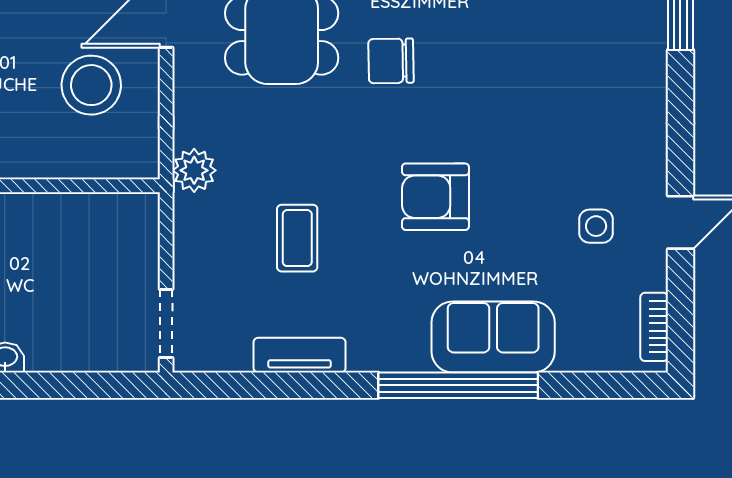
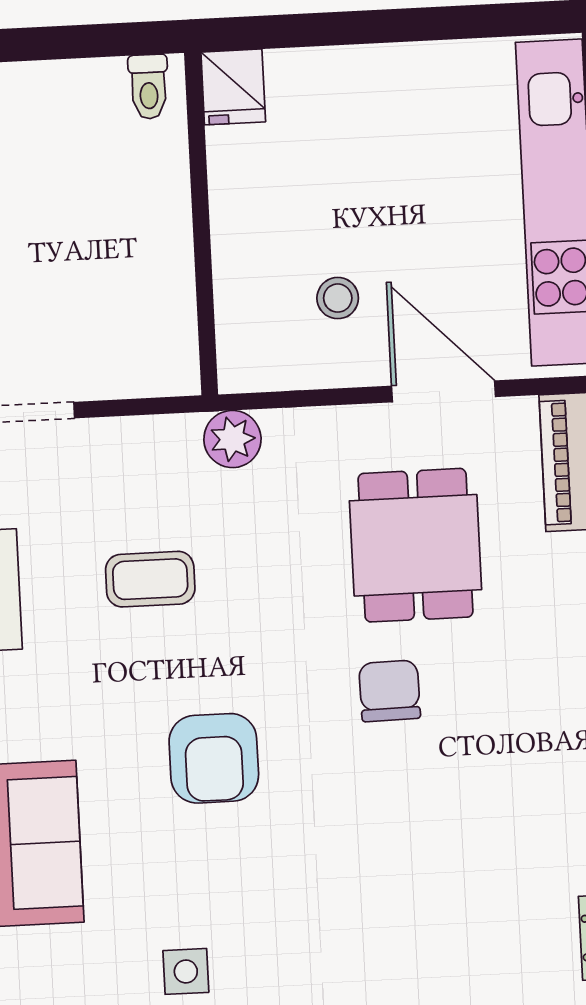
stool: (91, 85) -> (338, 298), width x0.53, depth x0.53
armchair: (435, 197) -> (214, 758), turned 180

